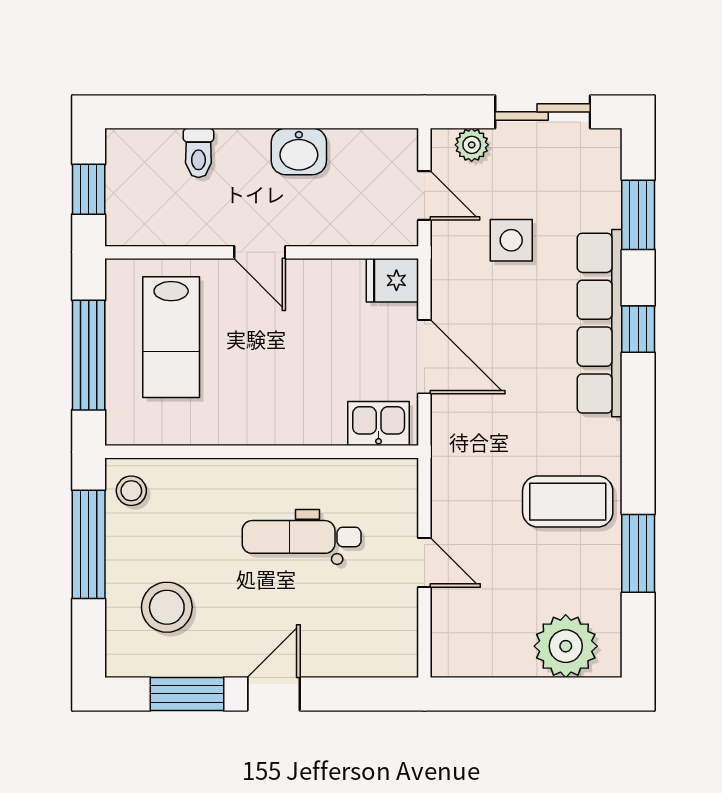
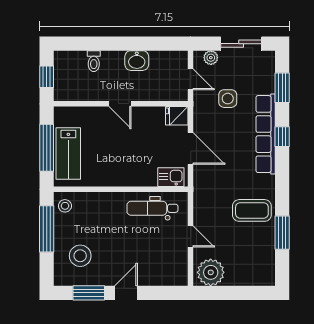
lab bench: (171, 337) -> (68, 154), moved
dental chair: (302, 537) -> (152, 208), moved
plant: (566, 646) -> (211, 272), moved

